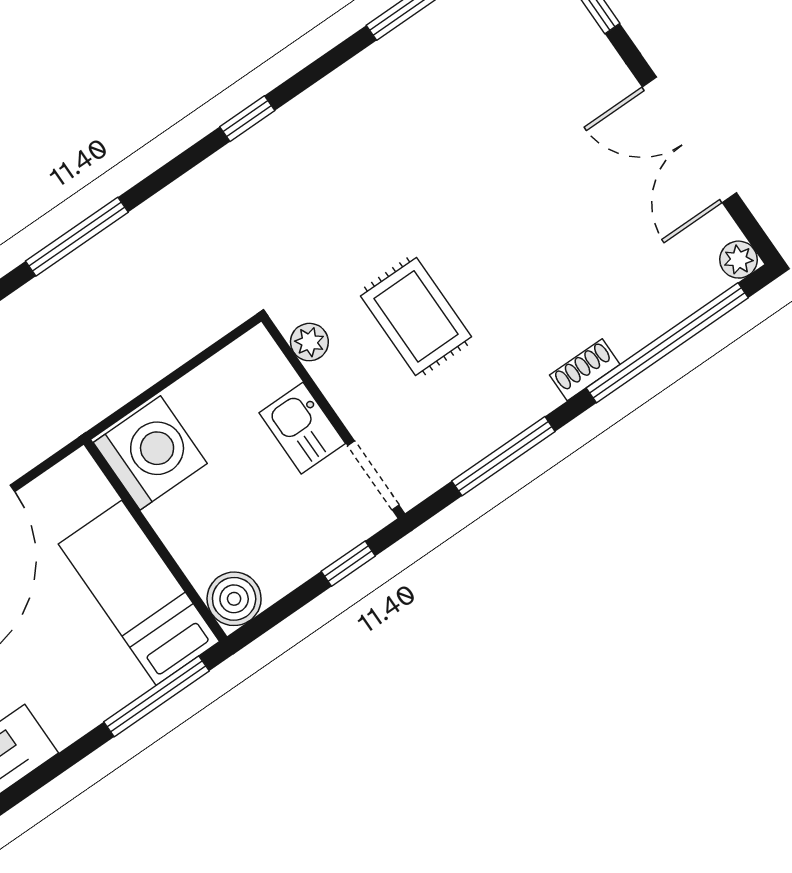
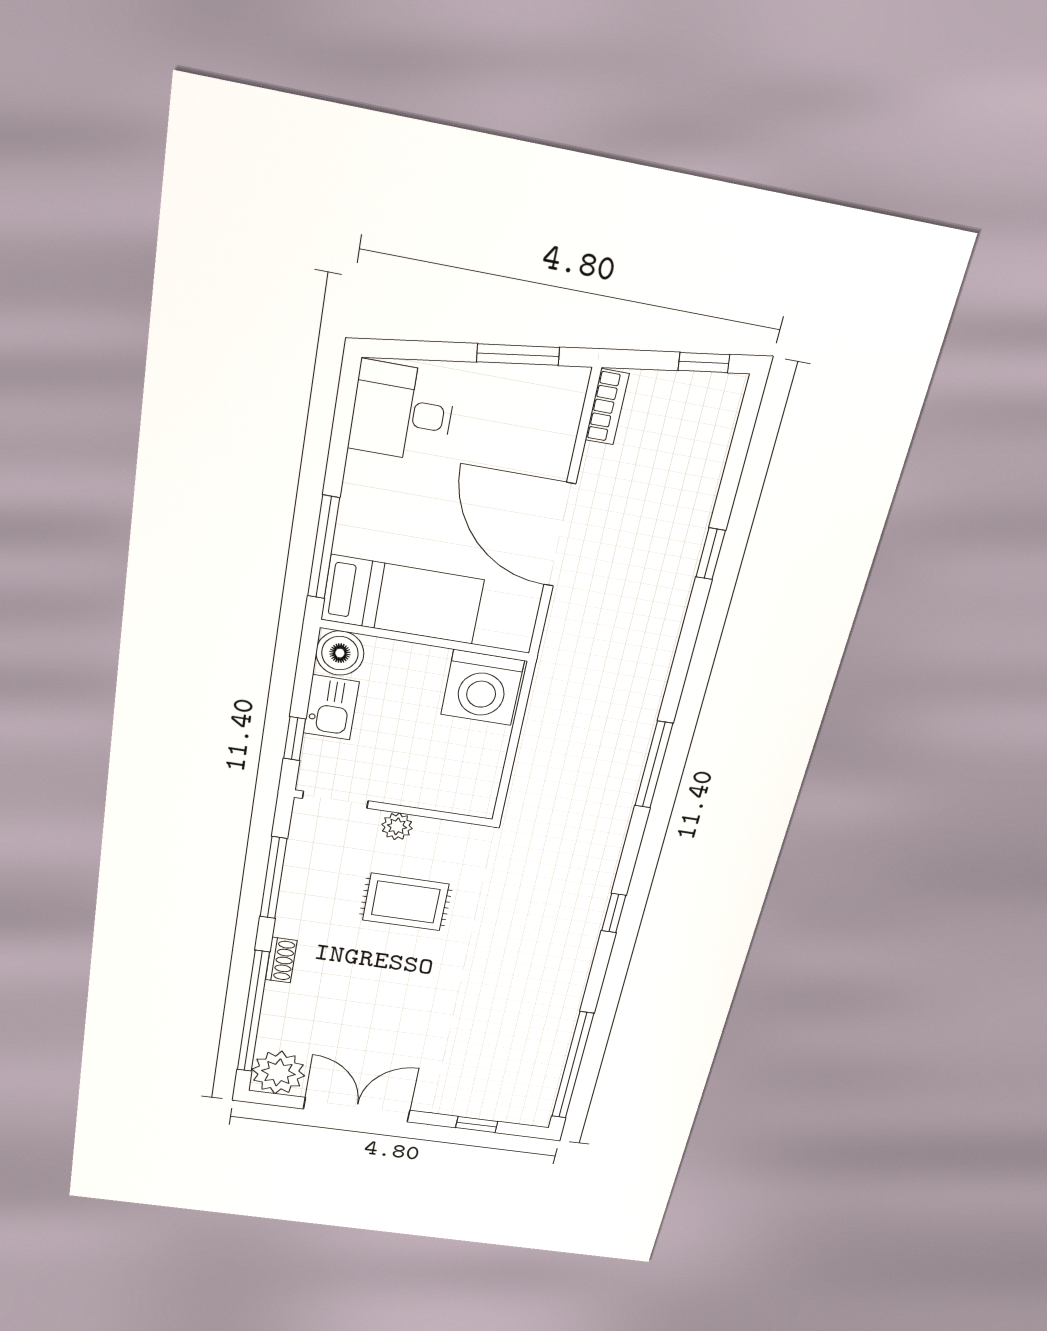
plant: (739, 260) -> (278, 1073), width x1.88, depth x1.88
plant: (309, 342) -> (397, 826), moved
kitchen sink: (302, 428) -> (331, 707), moved, turned 90

